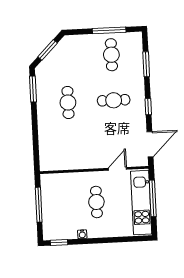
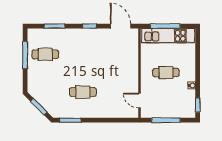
cafe table: (114, 100) -> (83, 54), removed
door: (117, 169) -> (139, 101), moved

